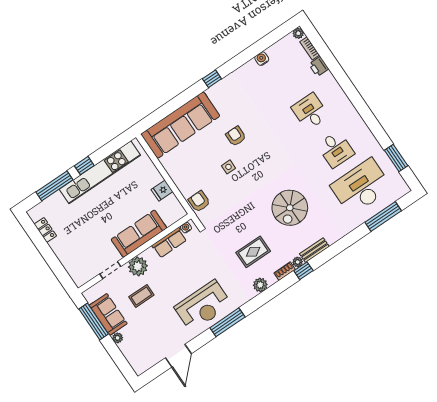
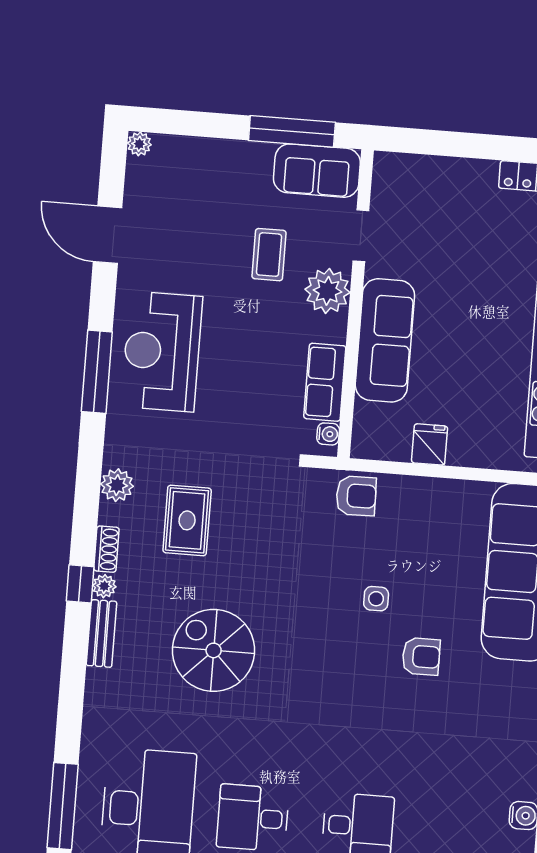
sofa: (108, 314) -> (317, 171), moved
plant: (118, 338) -> (139, 144), moved

